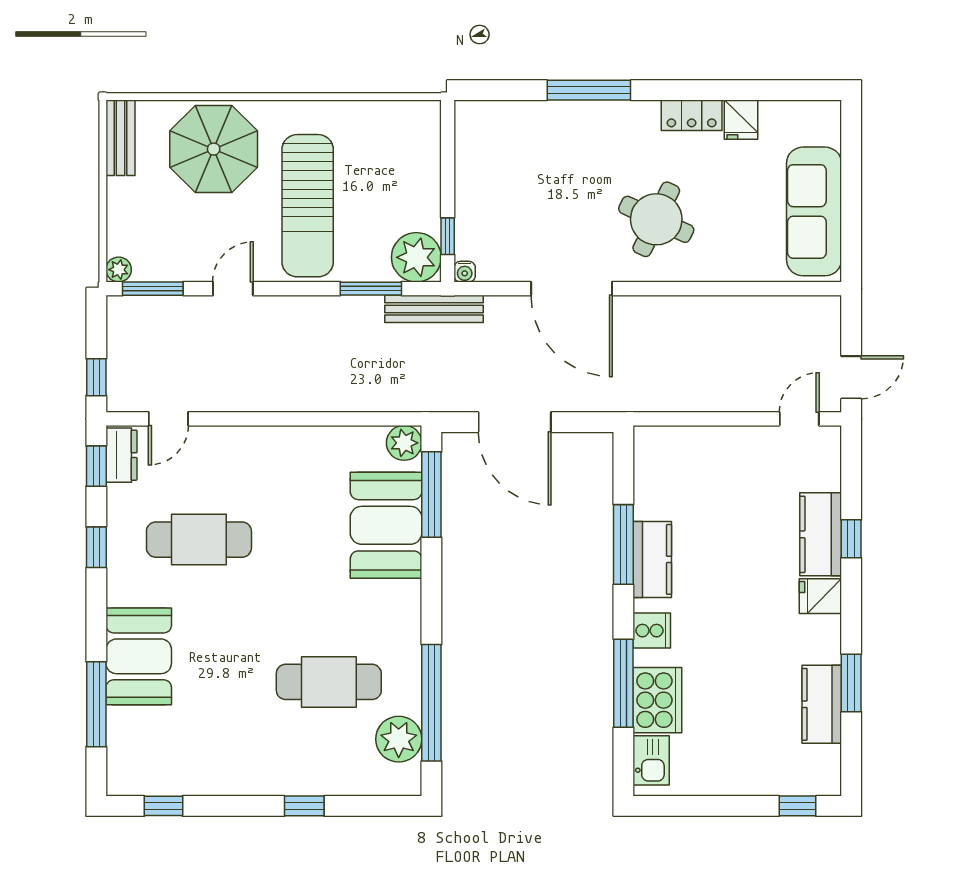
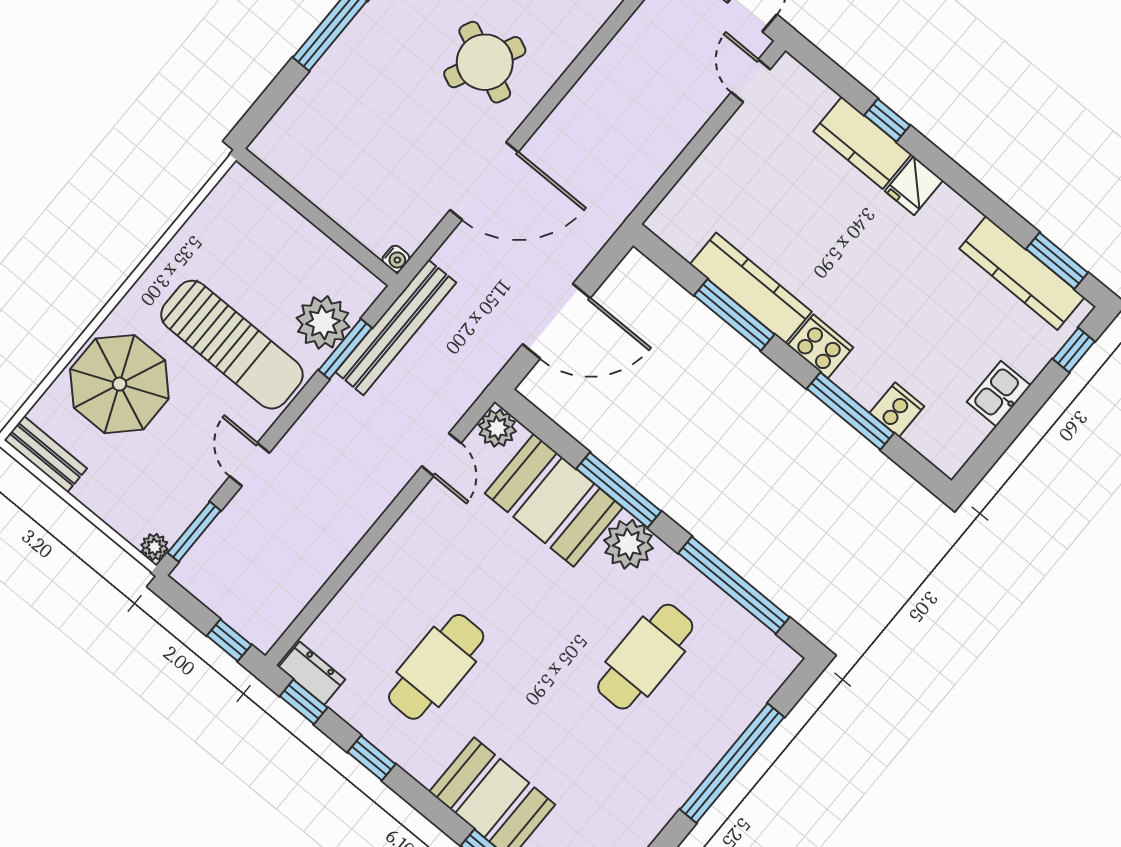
window: (448, 236) -> (354, 248), removed
plant: (416, 257) -> (323, 322), moved
bench: (434, 309) -> (396, 327), width x1.37, depth x1.21
door: (168, 419) -> (441, 455), moved
window: (431, 495) -> (619, 490), moved
kitchen counter: (652, 559) -> (751, 288), width x1.50
cooker: (652, 631) -> (821, 346), width x1.36
window: (851, 683) -> (1057, 261), moved
cooker: (657, 700) -> (897, 410), width x0.53, depth x0.76
kitchen counter: (822, 704) -> (1022, 273), width x1.50
plant: (399, 739) -> (628, 544), moved
kitchen sink: (651, 760) -> (999, 394), moved, turned -90
window: (304, 806) -> (732, 763), width x3.17

